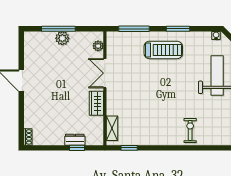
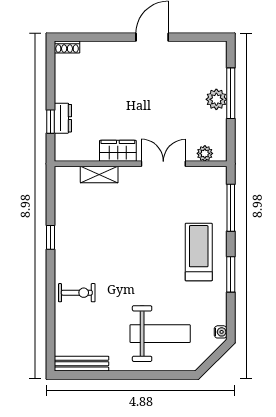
treadmill: (163, 50) -> (199, 252), turned 180
shelving: (112, 128) -> (99, 175), moved
window: (129, 148) -> (51, 237), moved

